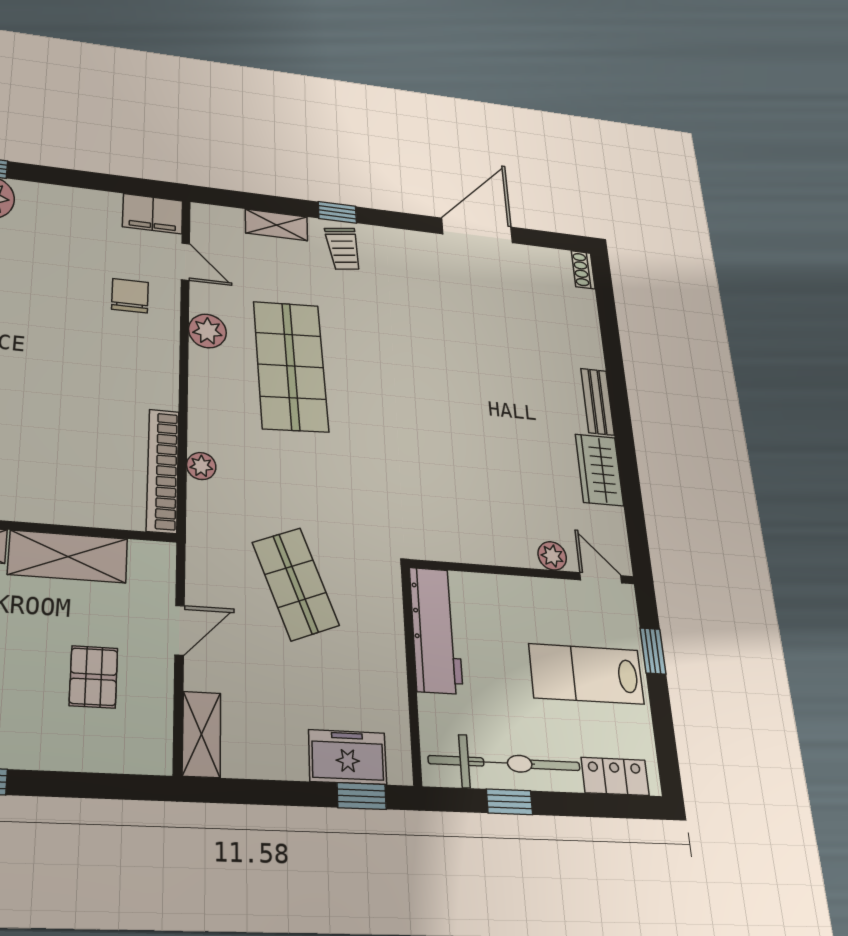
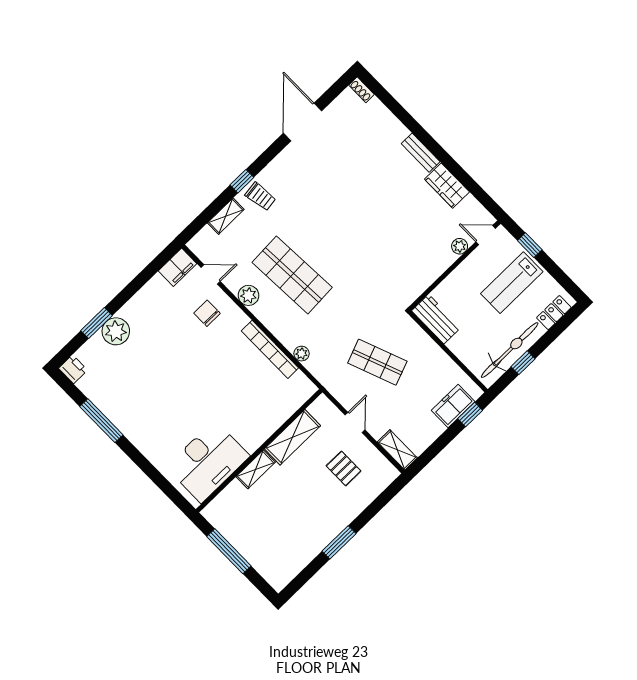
bookcase: (163, 470) -> (270, 349), moved
workbench: (436, 630) -> (436, 319), width x0.73

